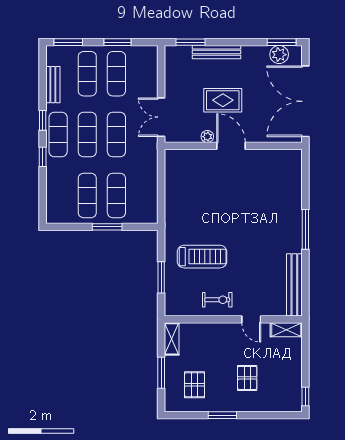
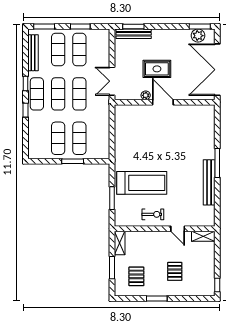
bench: (216, 52) -> (134, 34), moved
bench: (53, 85) -> (33, 53), width x1.36
treadmill: (202, 257) -> (142, 183), width x1.37, depth x1.38
bench: (294, 285) -> (209, 182), moved

